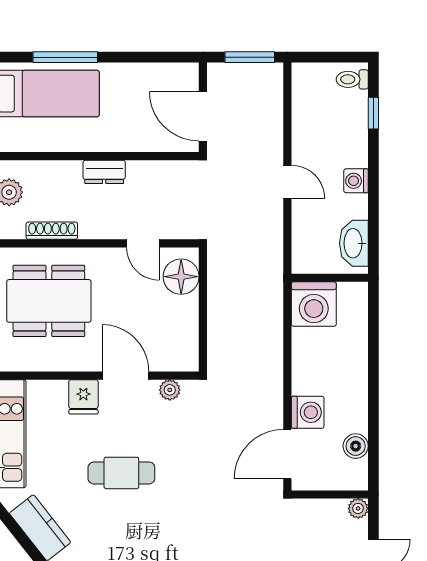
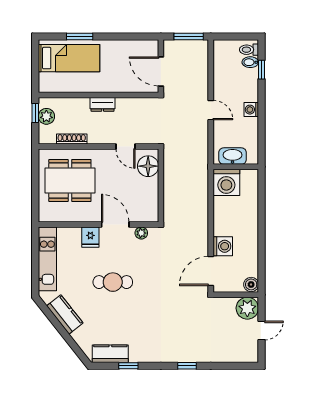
window: (65, 57) -> (80, 37), width x0.69
bidet: (354, 101) -> (250, 62), added
washbasin: (354, 243) -> (233, 156), moved, turned 90
boiler: (356, 446) -> (251, 284), moved
plant: (358, 508) -> (247, 308), width x1.88, depth x1.88

